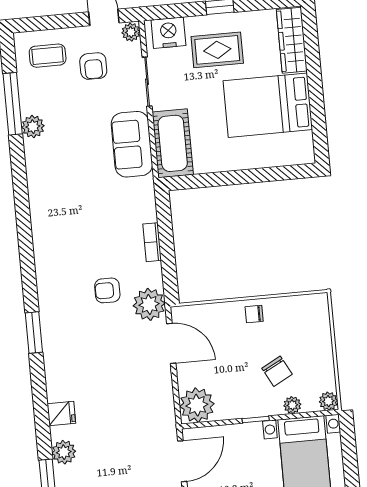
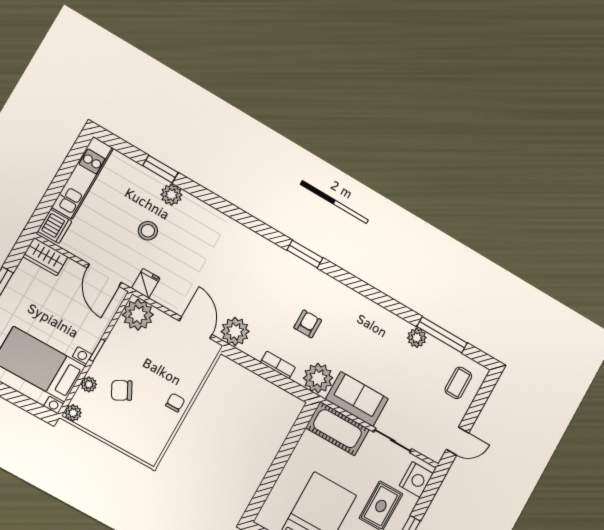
plant: (131, 32) -> (318, 378), moved, width x1.87, depth x1.87
armchair: (93, 66) -> (429, 410), removed
armchair: (107, 290) -> (308, 324), moved
window: (34, 333) -> (305, 254), moved
door: (171, 343) -> (196, 328), swing flipped
fridge: (61, 414) -> (146, 283), moved, turned 180
stool: (113, 450) -> (148, 231), added

